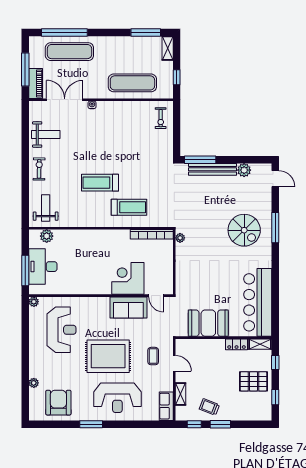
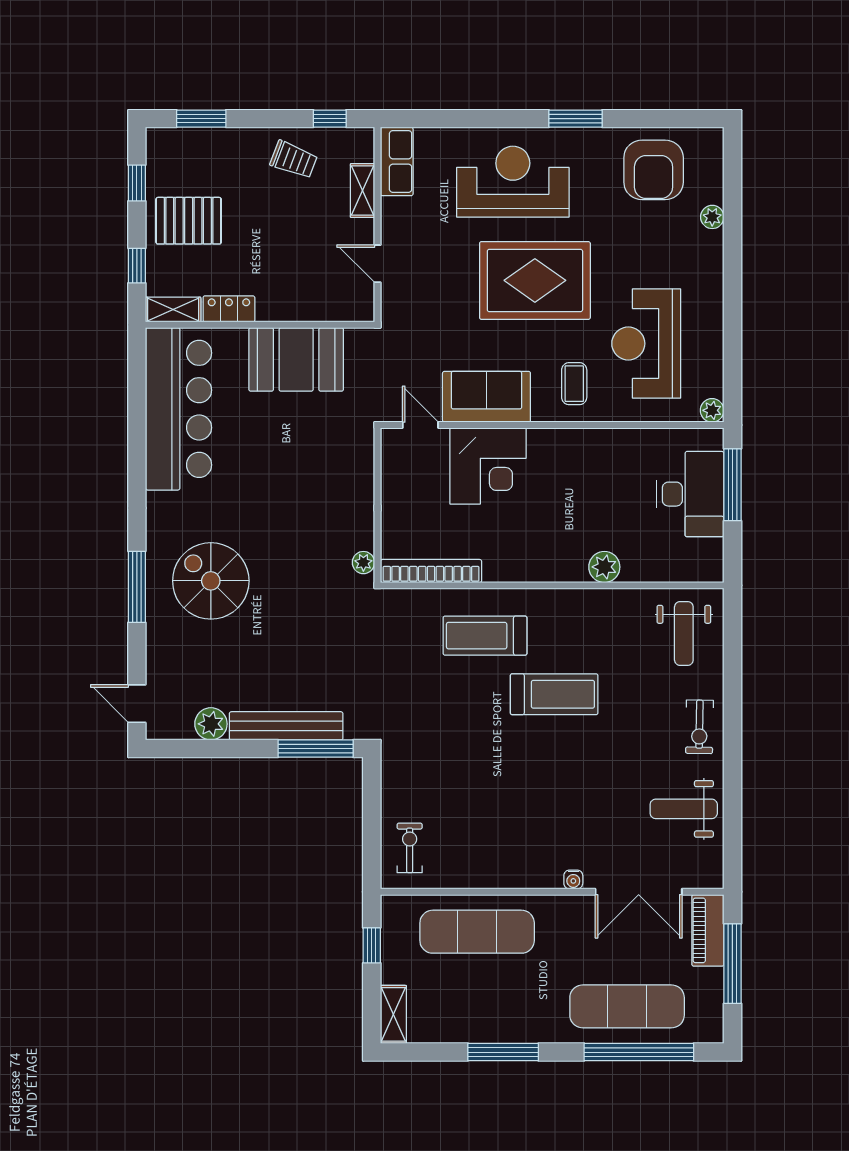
window: (146, 32) -> (503, 1052), moved
plant: (47, 236) -> (604, 567), moved
coffee table: (153, 356) -> (574, 384), moved
window: (220, 424) -> (201, 119), moved

